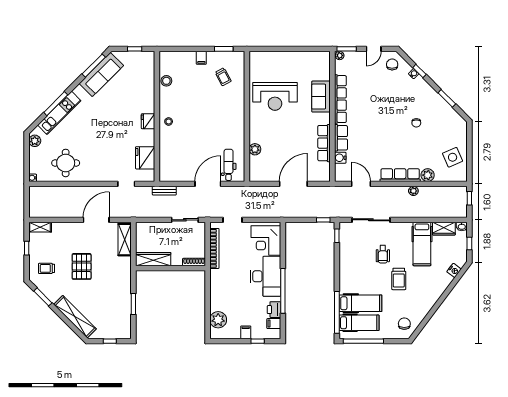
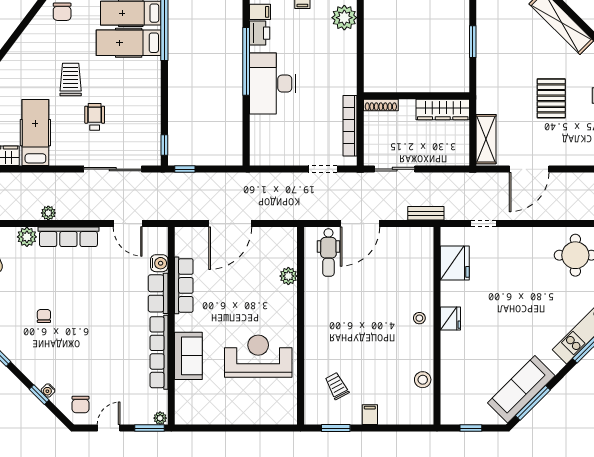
corner desk: (266, 240) -> (272, 138), removed

